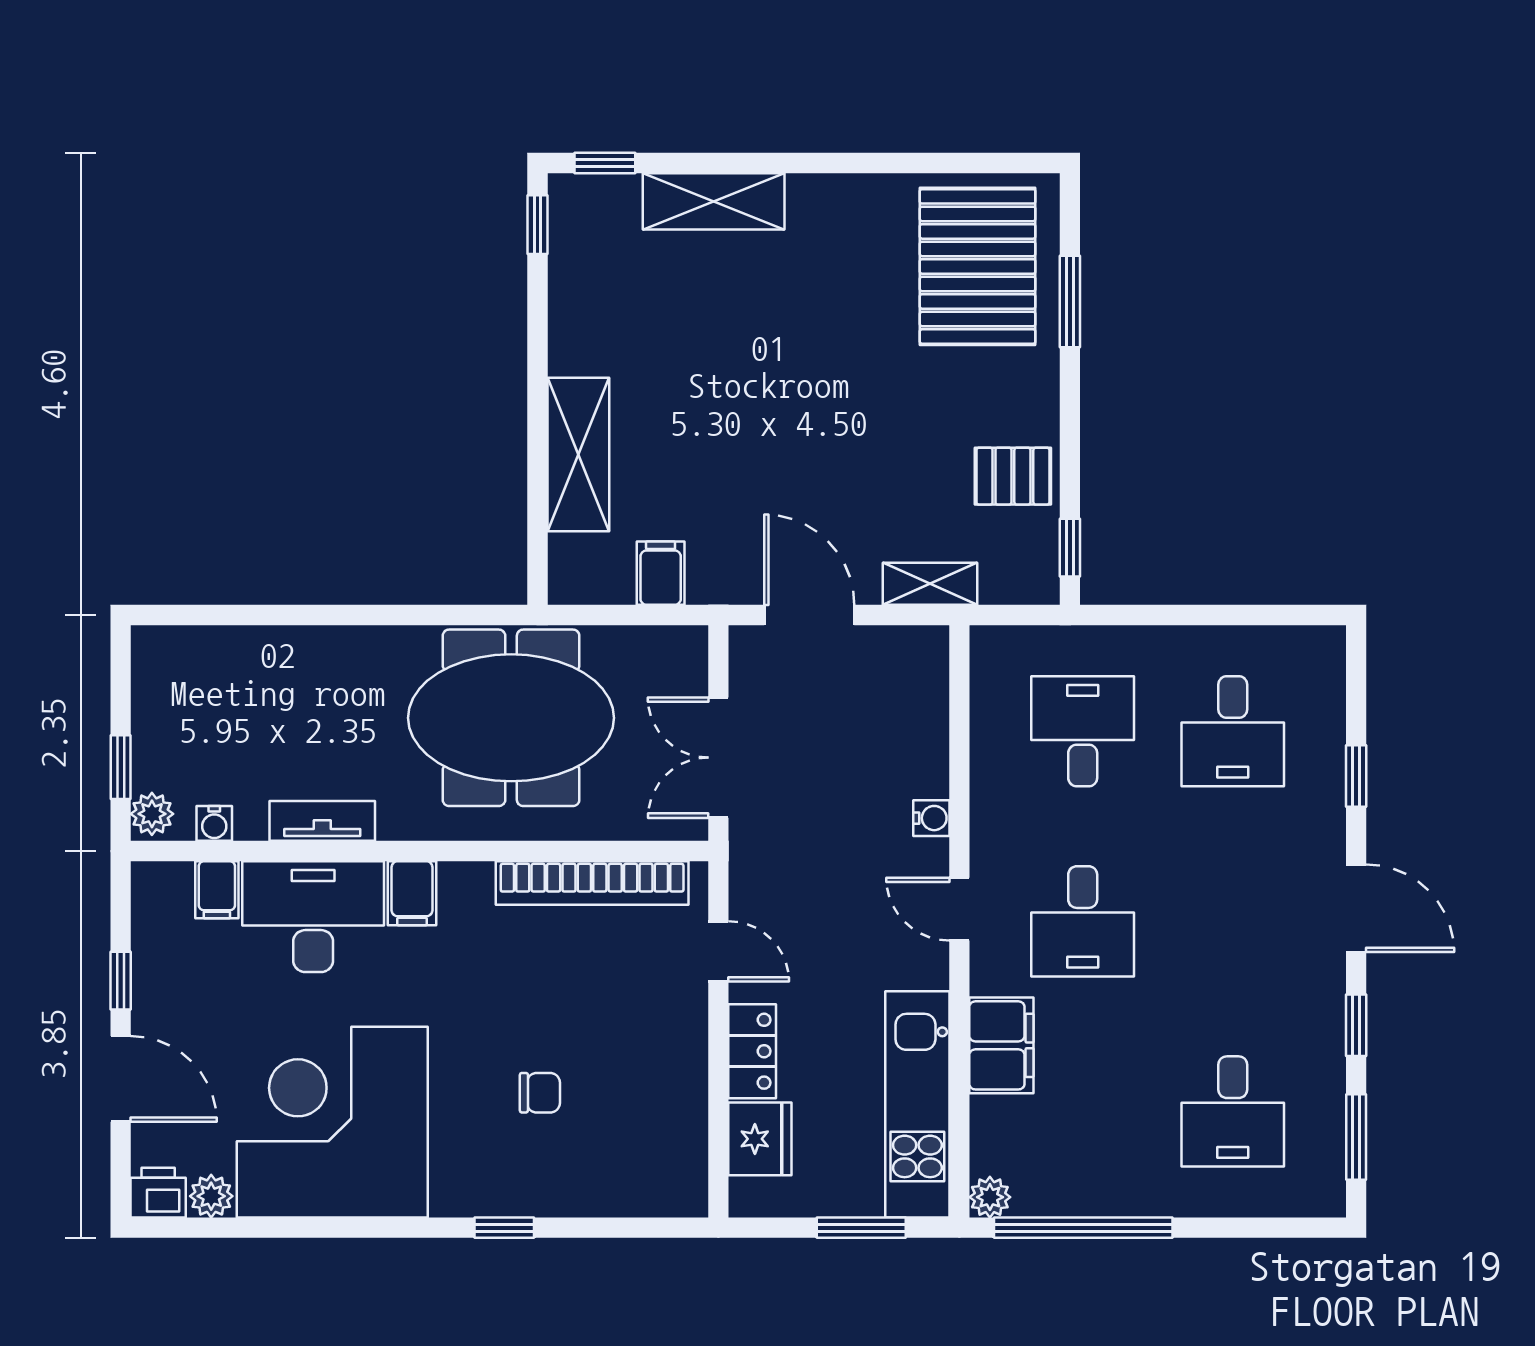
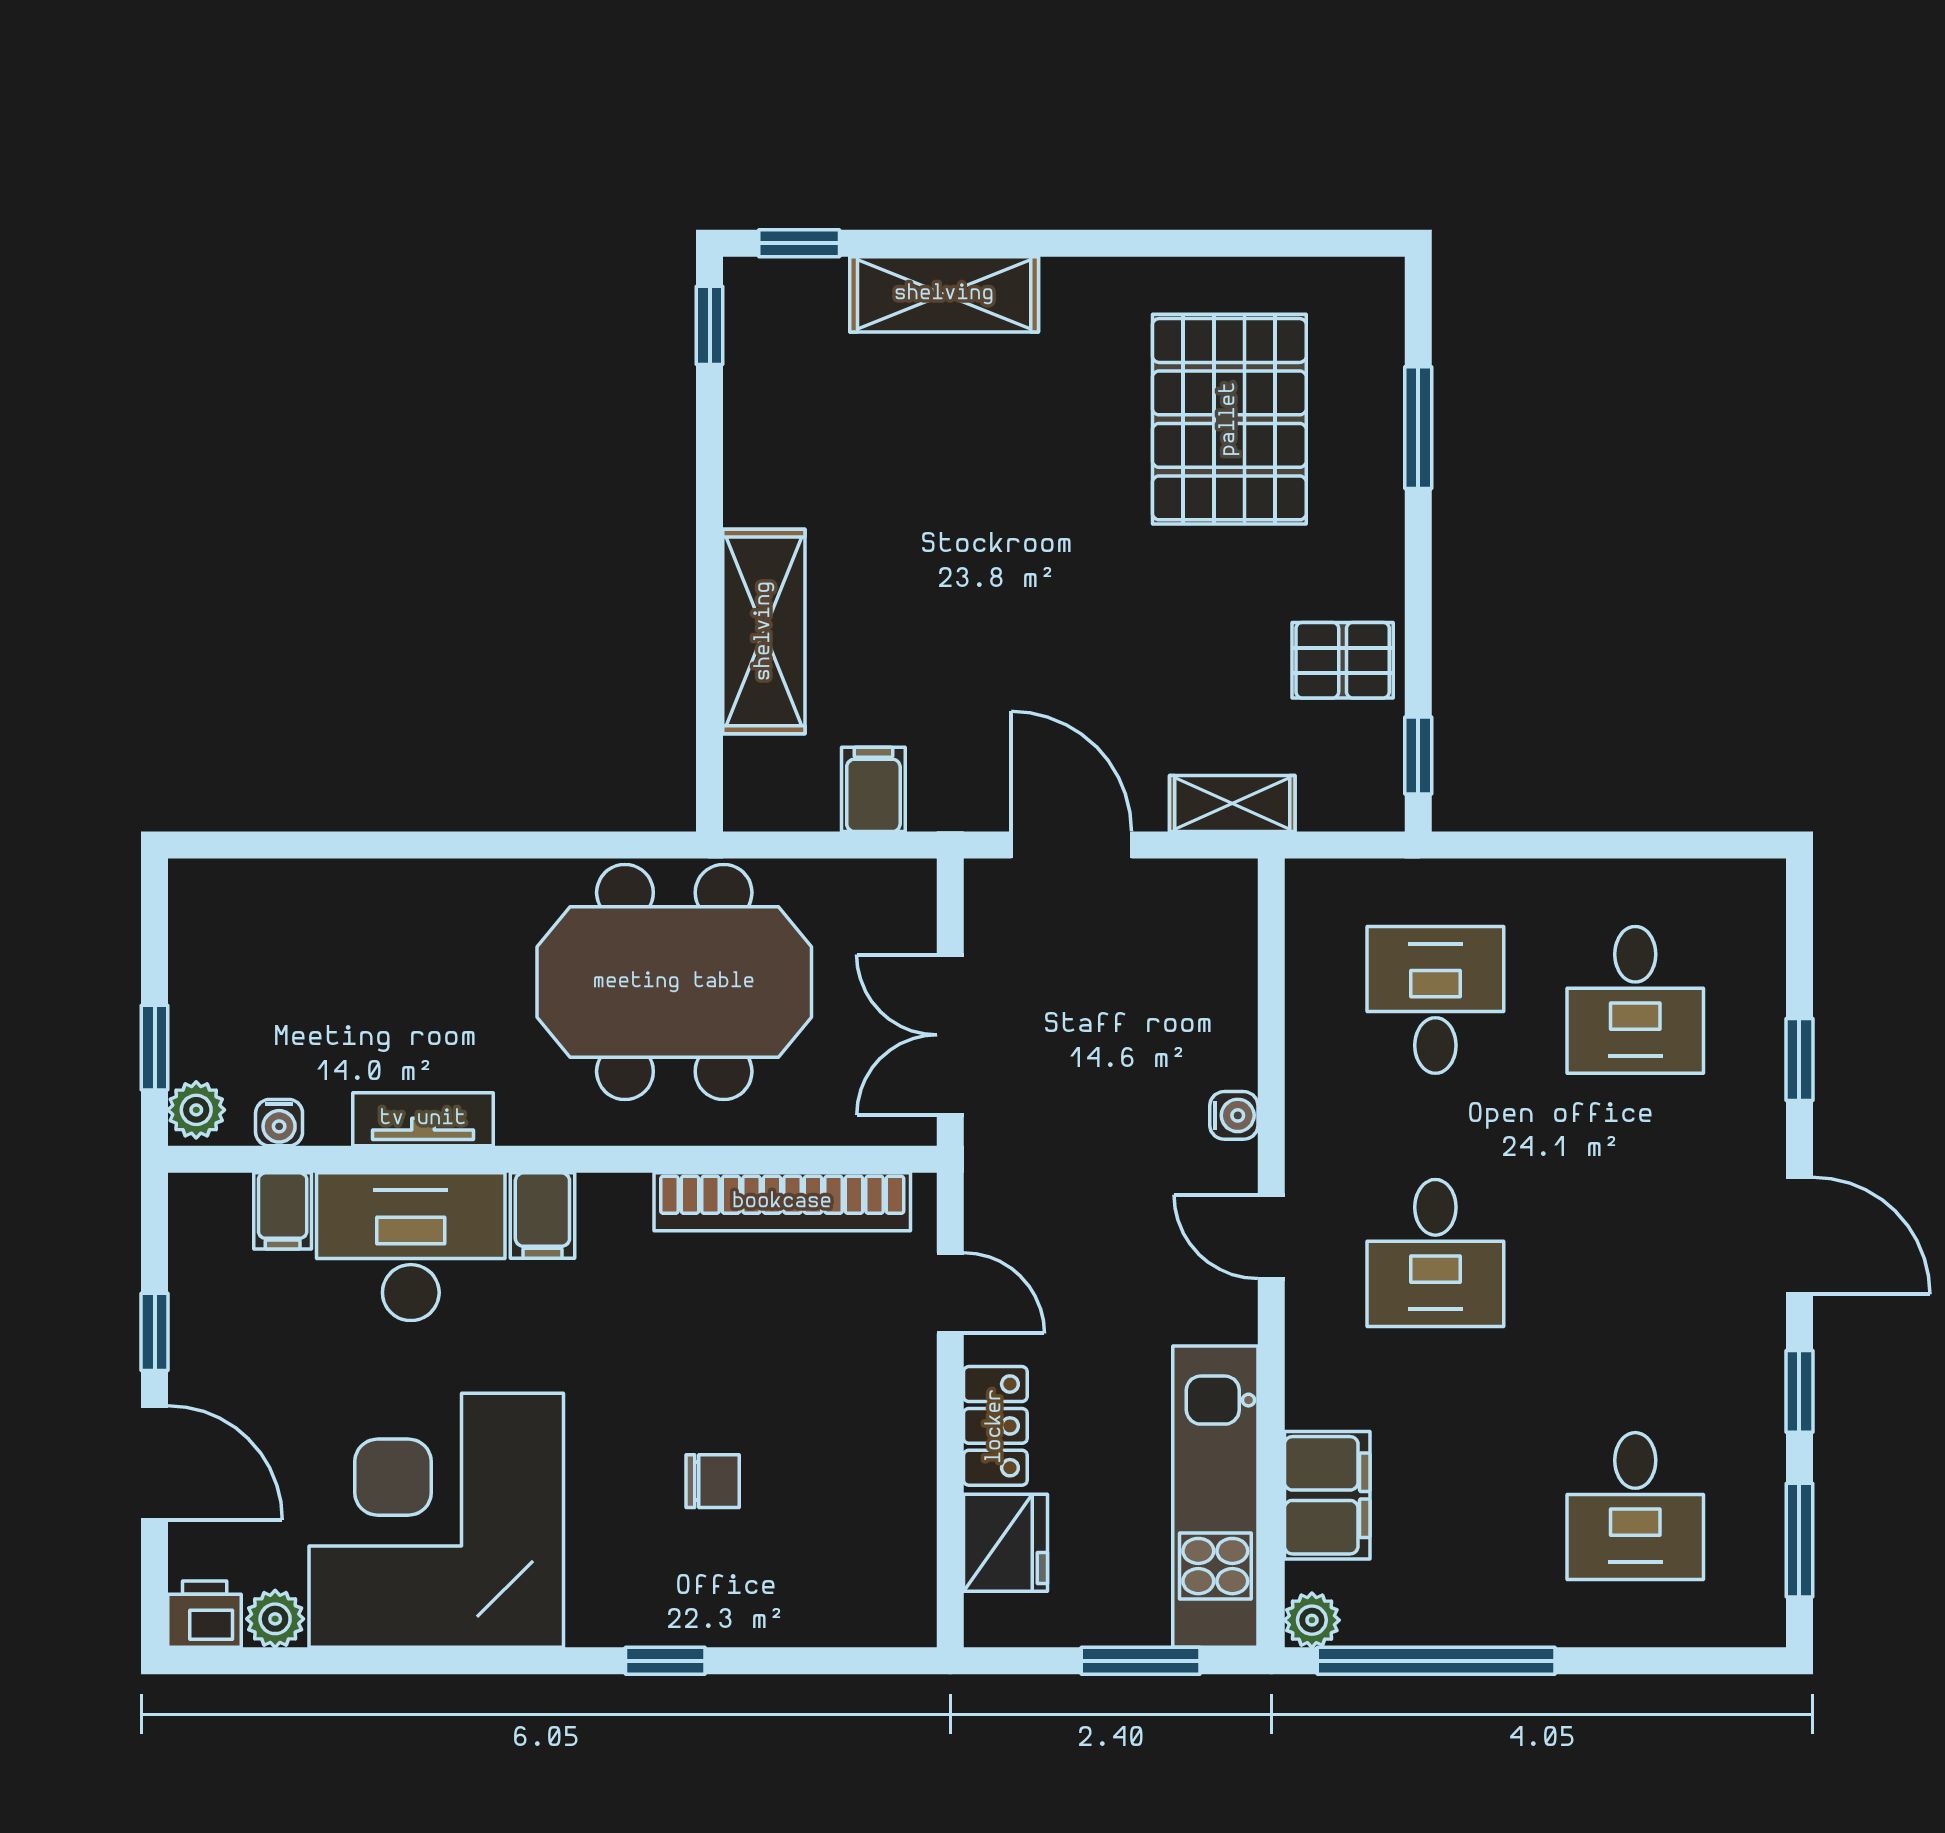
pallet: (978, 266) -> (1229, 419), moved
filing cabinet: (1001, 1045) -> (1327, 1495), moved

